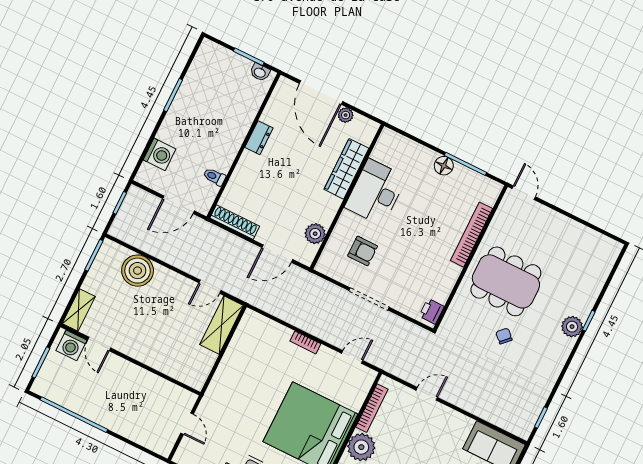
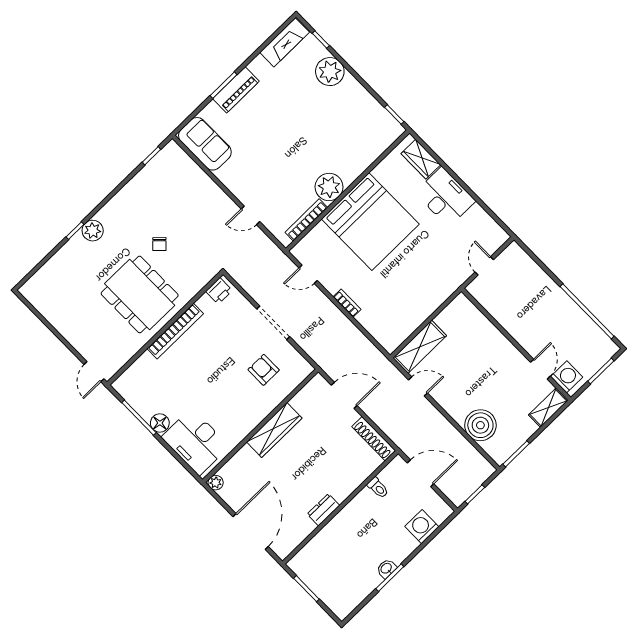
washbasin: (260, 72) -> (386, 569), moved, turned -90
plant: (346, 115) -> (216, 483), moved
wardrobe: (346, 169) -> (274, 430), moved
desk: (376, 192) -> (195, 442), moved, turned 90
plant: (315, 234) -> (302, 402), removed
bookcase: (472, 235) -> (175, 331), moved

